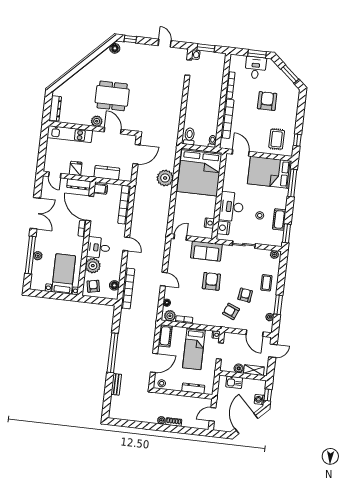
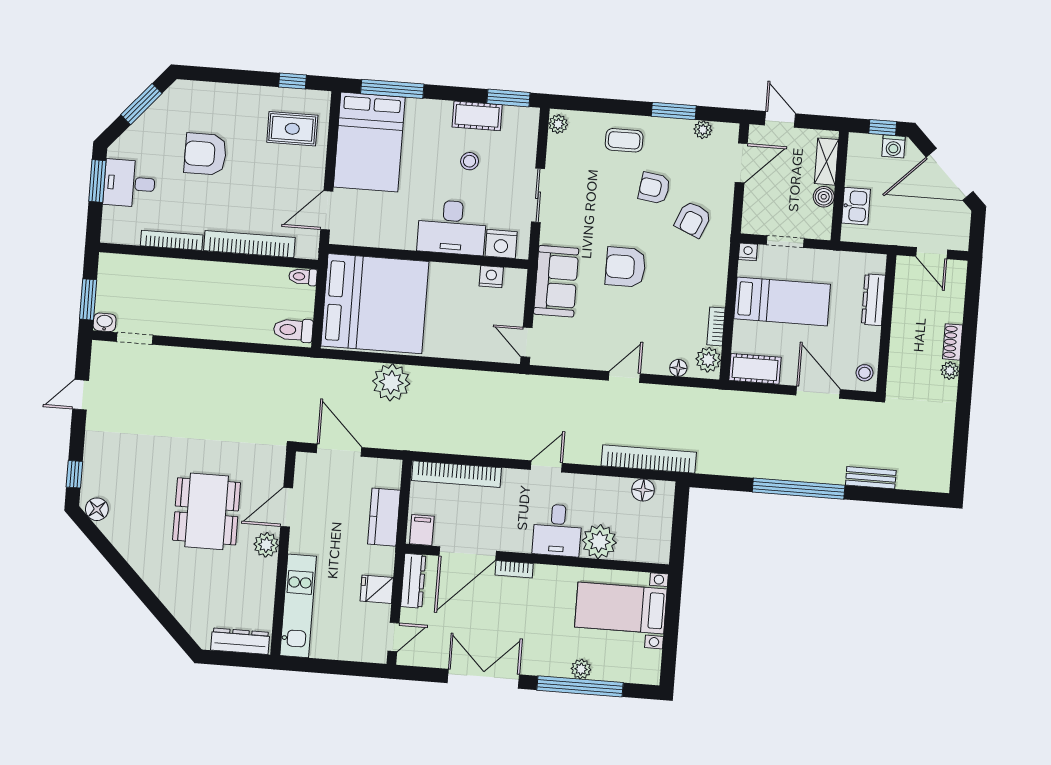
armchair: (93, 286) -> (647, 539), removed

